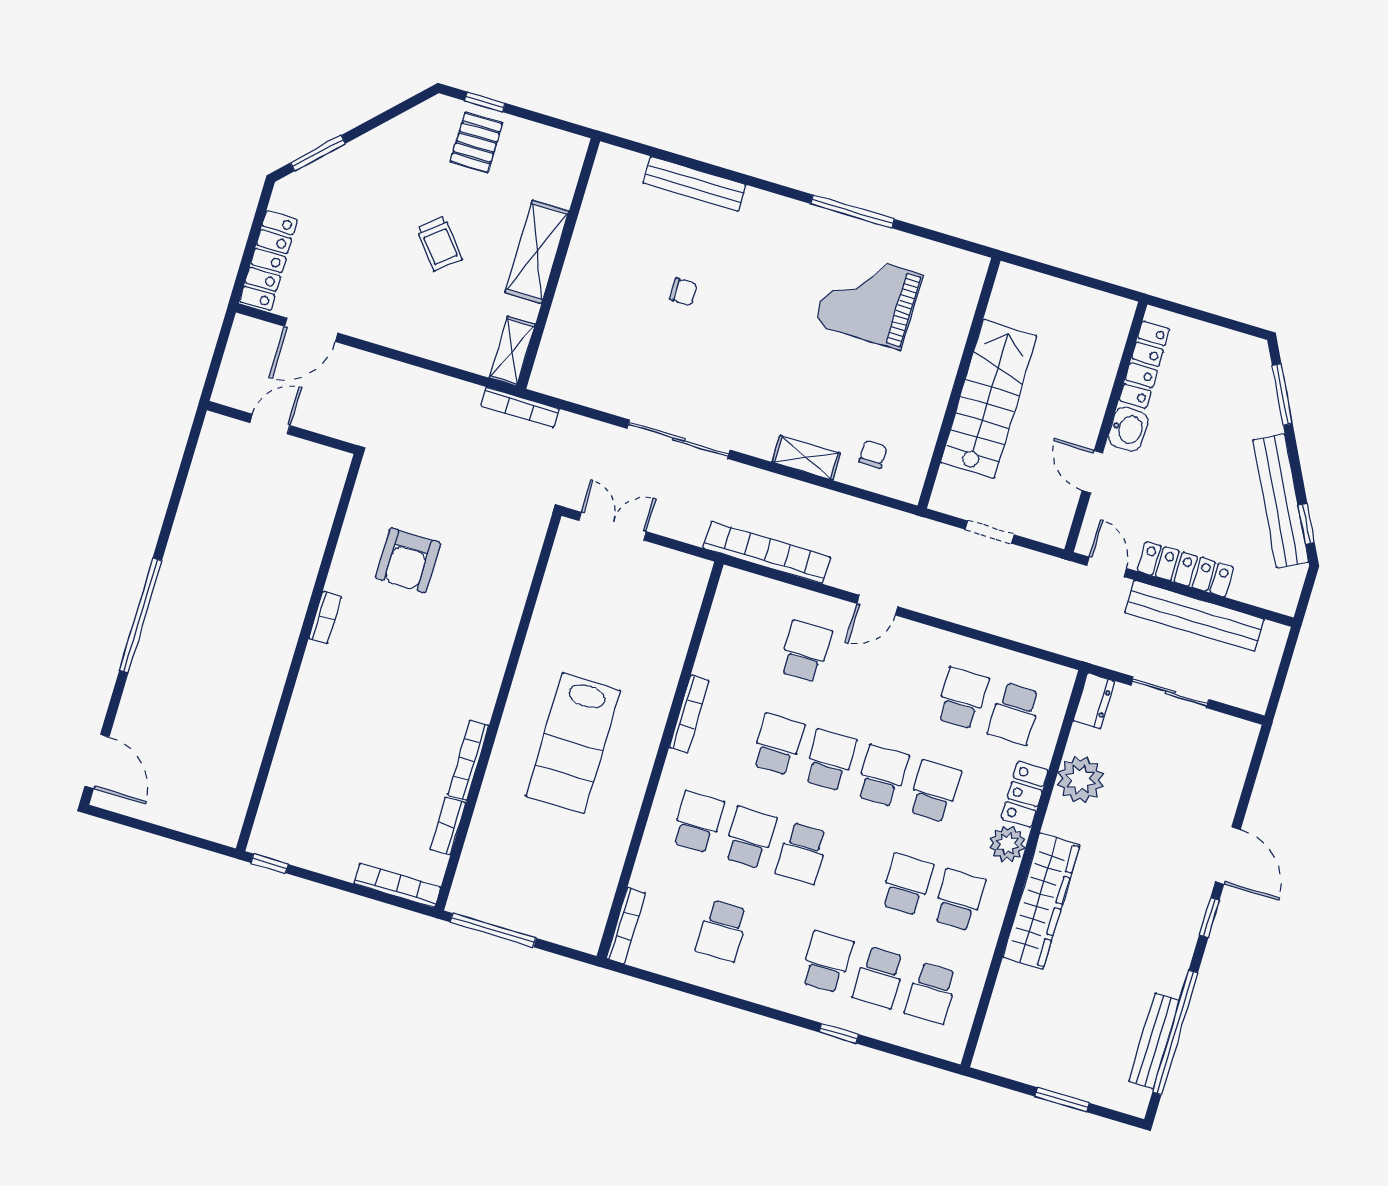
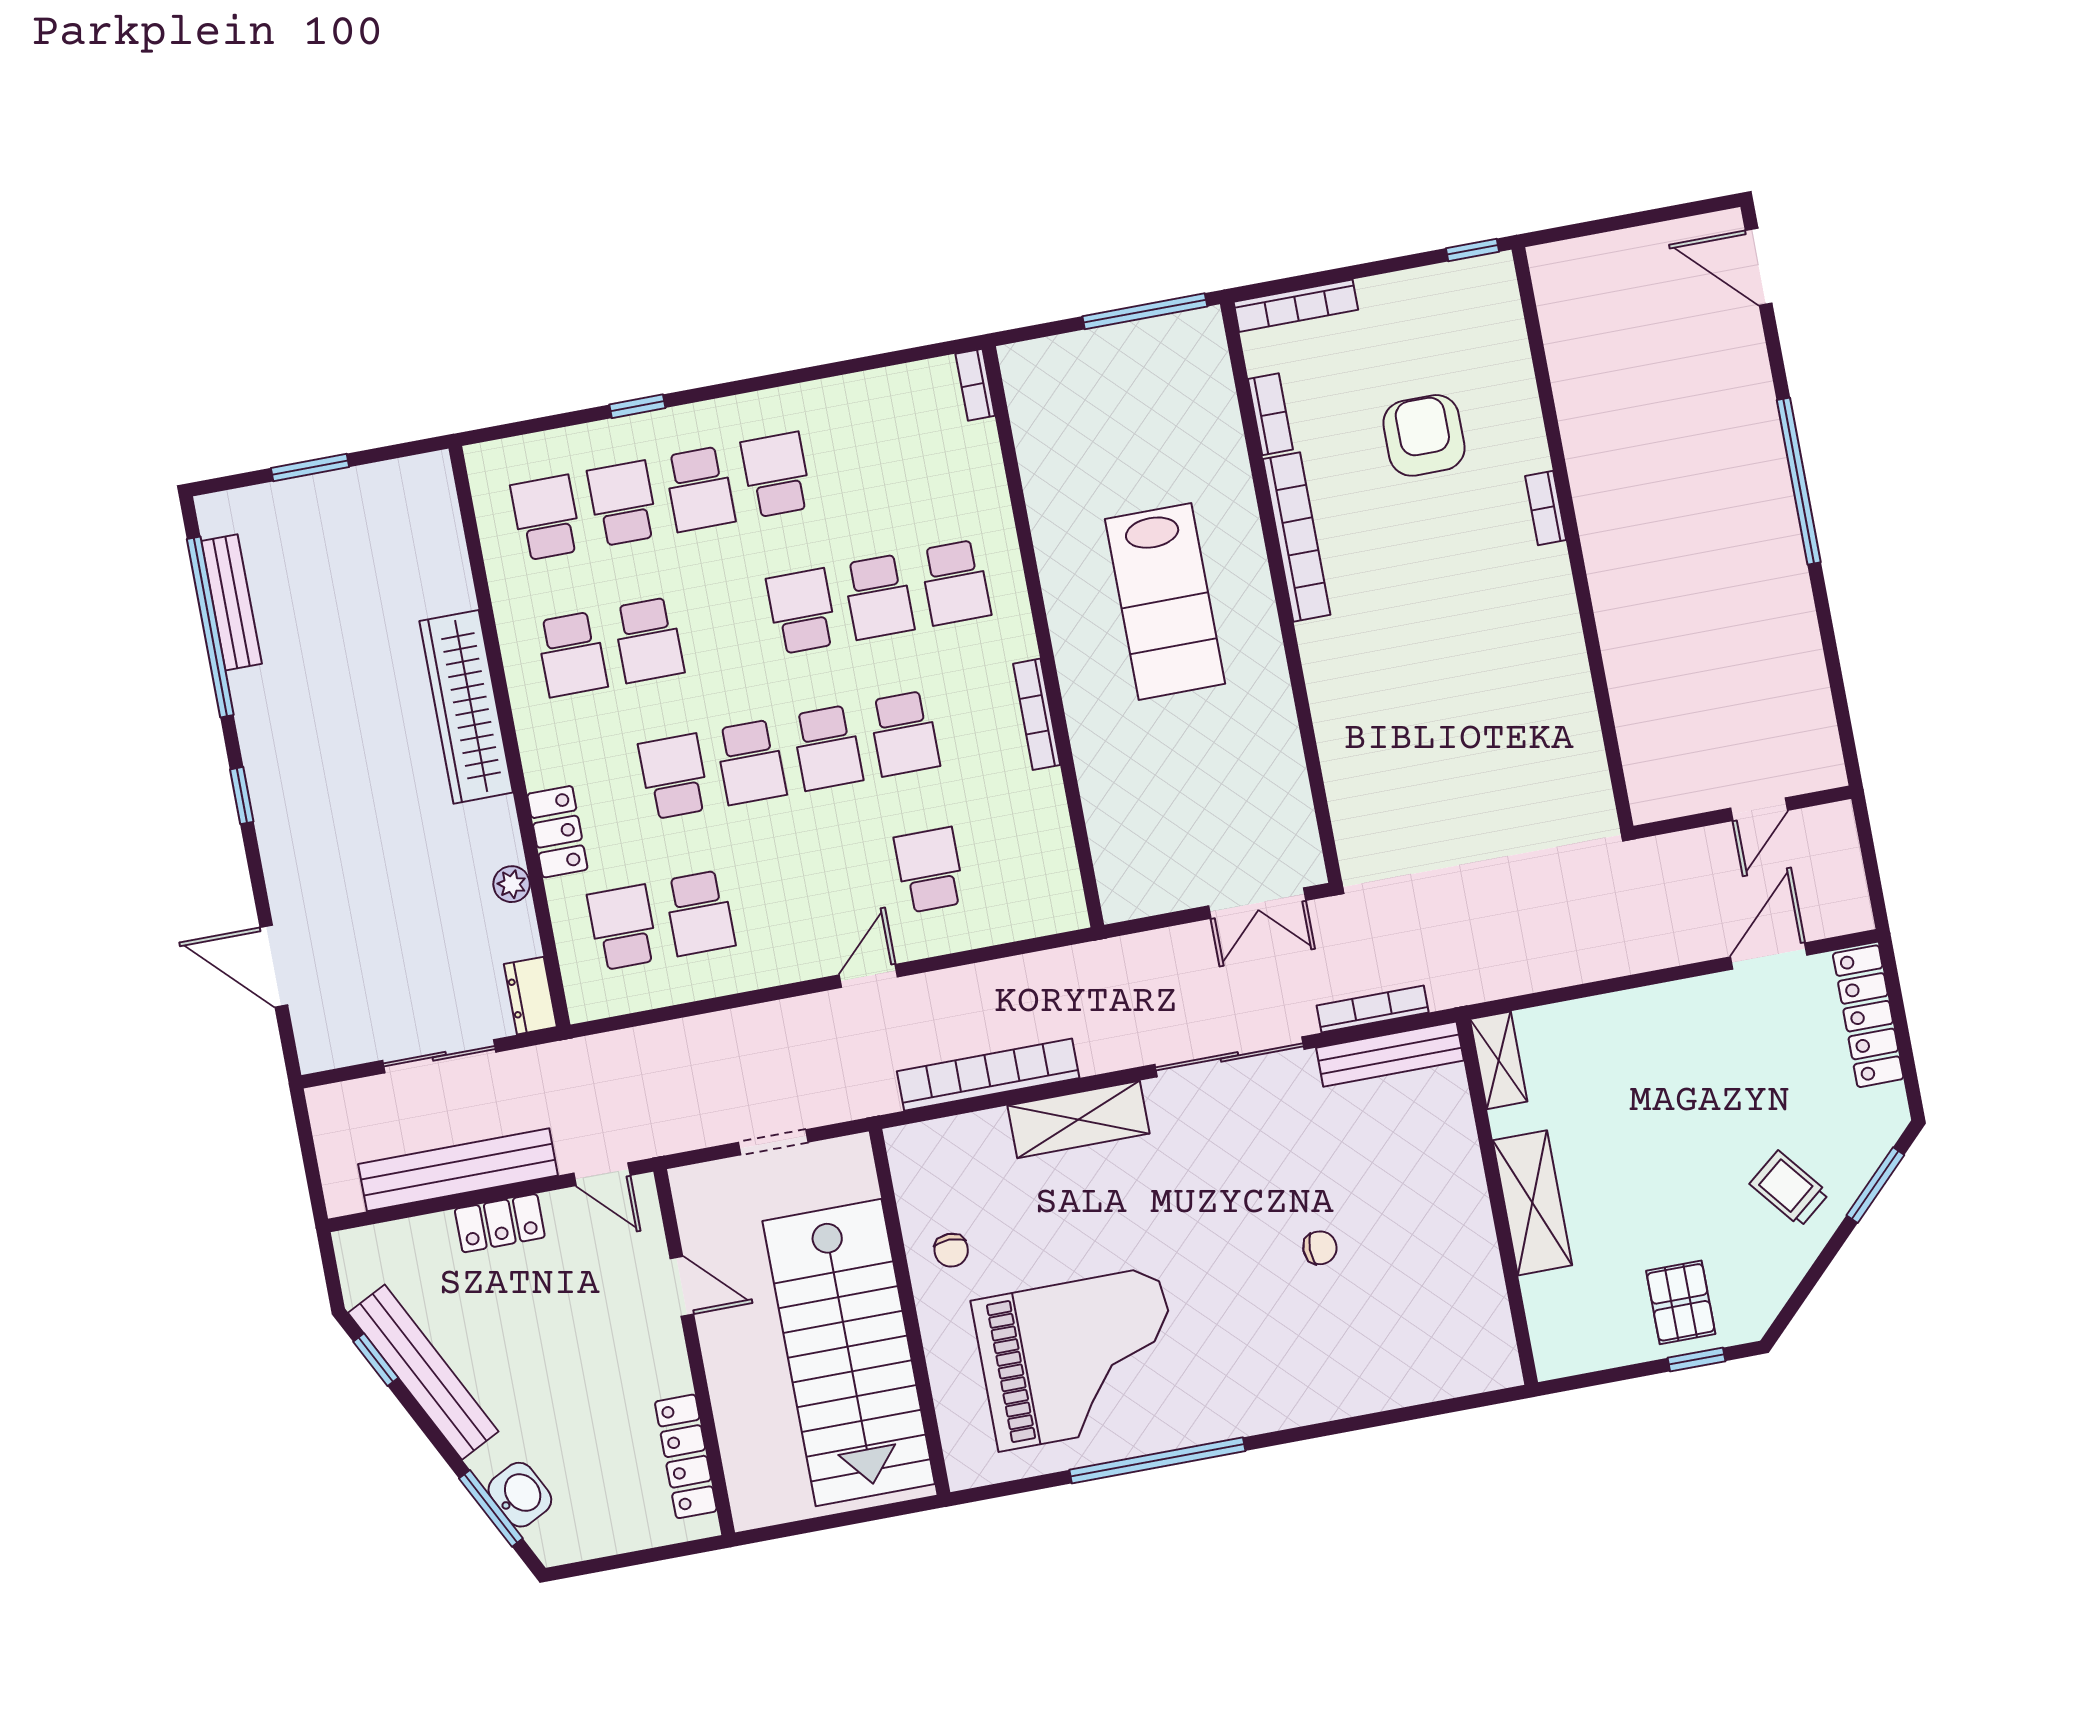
bench: (694, 184) -> (1390, 1054), moved
window: (852, 211) -> (1157, 1460), width x1.46
trolley: (439, 244) -> (1789, 1189), moved
chair: (683, 292) -> (1320, 1248), turned 180
grand piano: (869, 300) -> (1079, 1359), width x1.37, depth x1.48
stairs: (989, 399) -> (849, 1352), width x1.36, depth x1.51
bookcase: (520, 407) -> (1373, 1009), moved
washbasin: (1128, 429) -> (520, 1495), moved, turned 153
chair: (873, 454) -> (951, 1250), moved
shelving: (806, 458) -> (1078, 1120), width x1.50, depth x1.33
bookcase: (767, 552) -> (988, 1075), moved, turned 180
armchair: (408, 560) -> (1424, 435), moved
locker: (1186, 569) -> (500, 1223), width x0.66
bookcase: (325, 618) -> (1546, 508), moved
school desk: (805, 651) -> (930, 870), turned 180
lab bench: (573, 743) -> (1165, 601), turned 180
bookcase: (468, 760) -> (1297, 537), width x1.48, depth x1.31
plant: (1080, 779) -> (512, 884), width x0.53, depth x0.53
school desk: (934, 791) -> (674, 777), turned 180
plant: (1007, 844) -> (547, 757), removed
door: (1228, 856) -> (274, 966), moved
bookcase: (626, 926) -> (975, 385), width x0.64
school desk: (722, 931) -> (776, 475), moved

